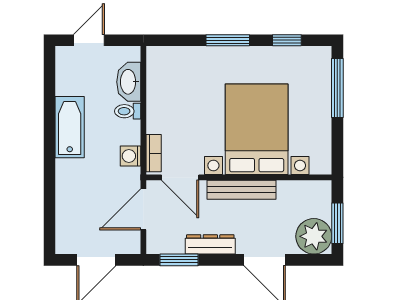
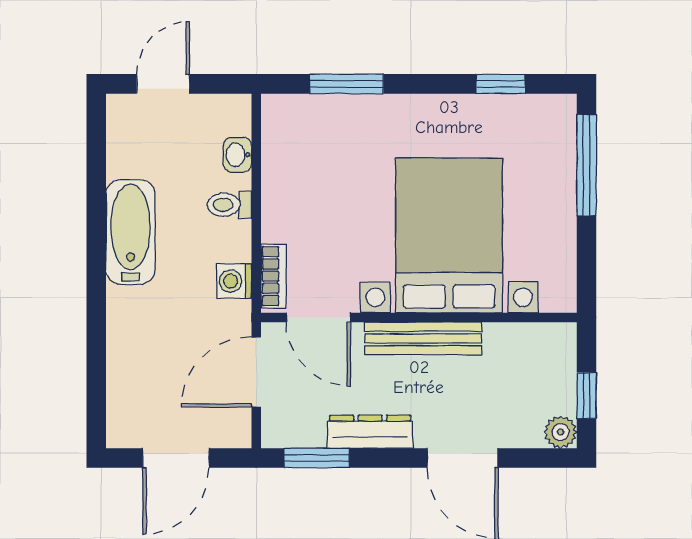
window: (228, 40) -> (347, 84), moved
washbasin: (129, 82) -> (237, 155), width x0.52, depth x0.69
window: (337, 223) -> (587, 396), width x0.67
plant: (314, 236) -> (561, 432), width x0.53, depth x0.53

